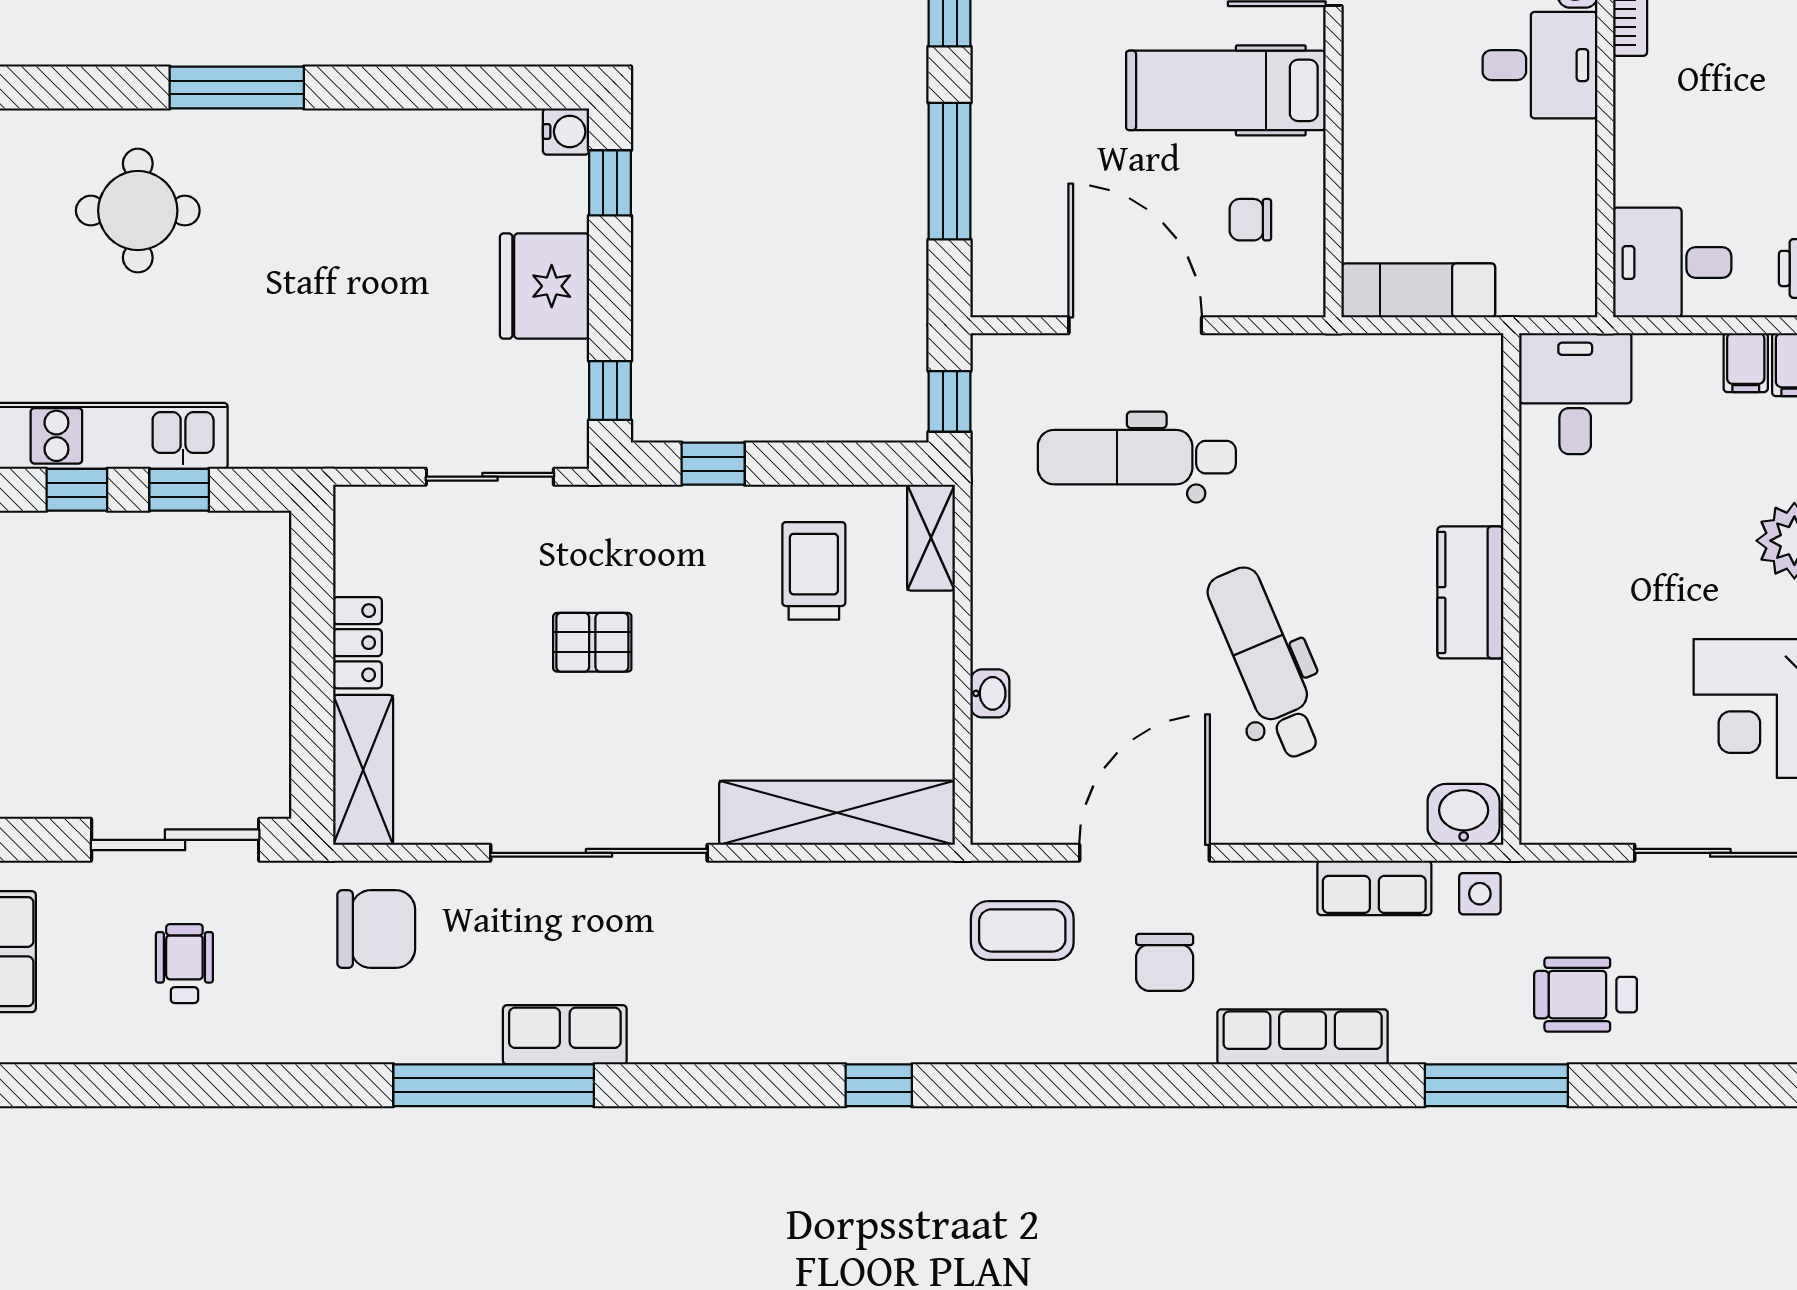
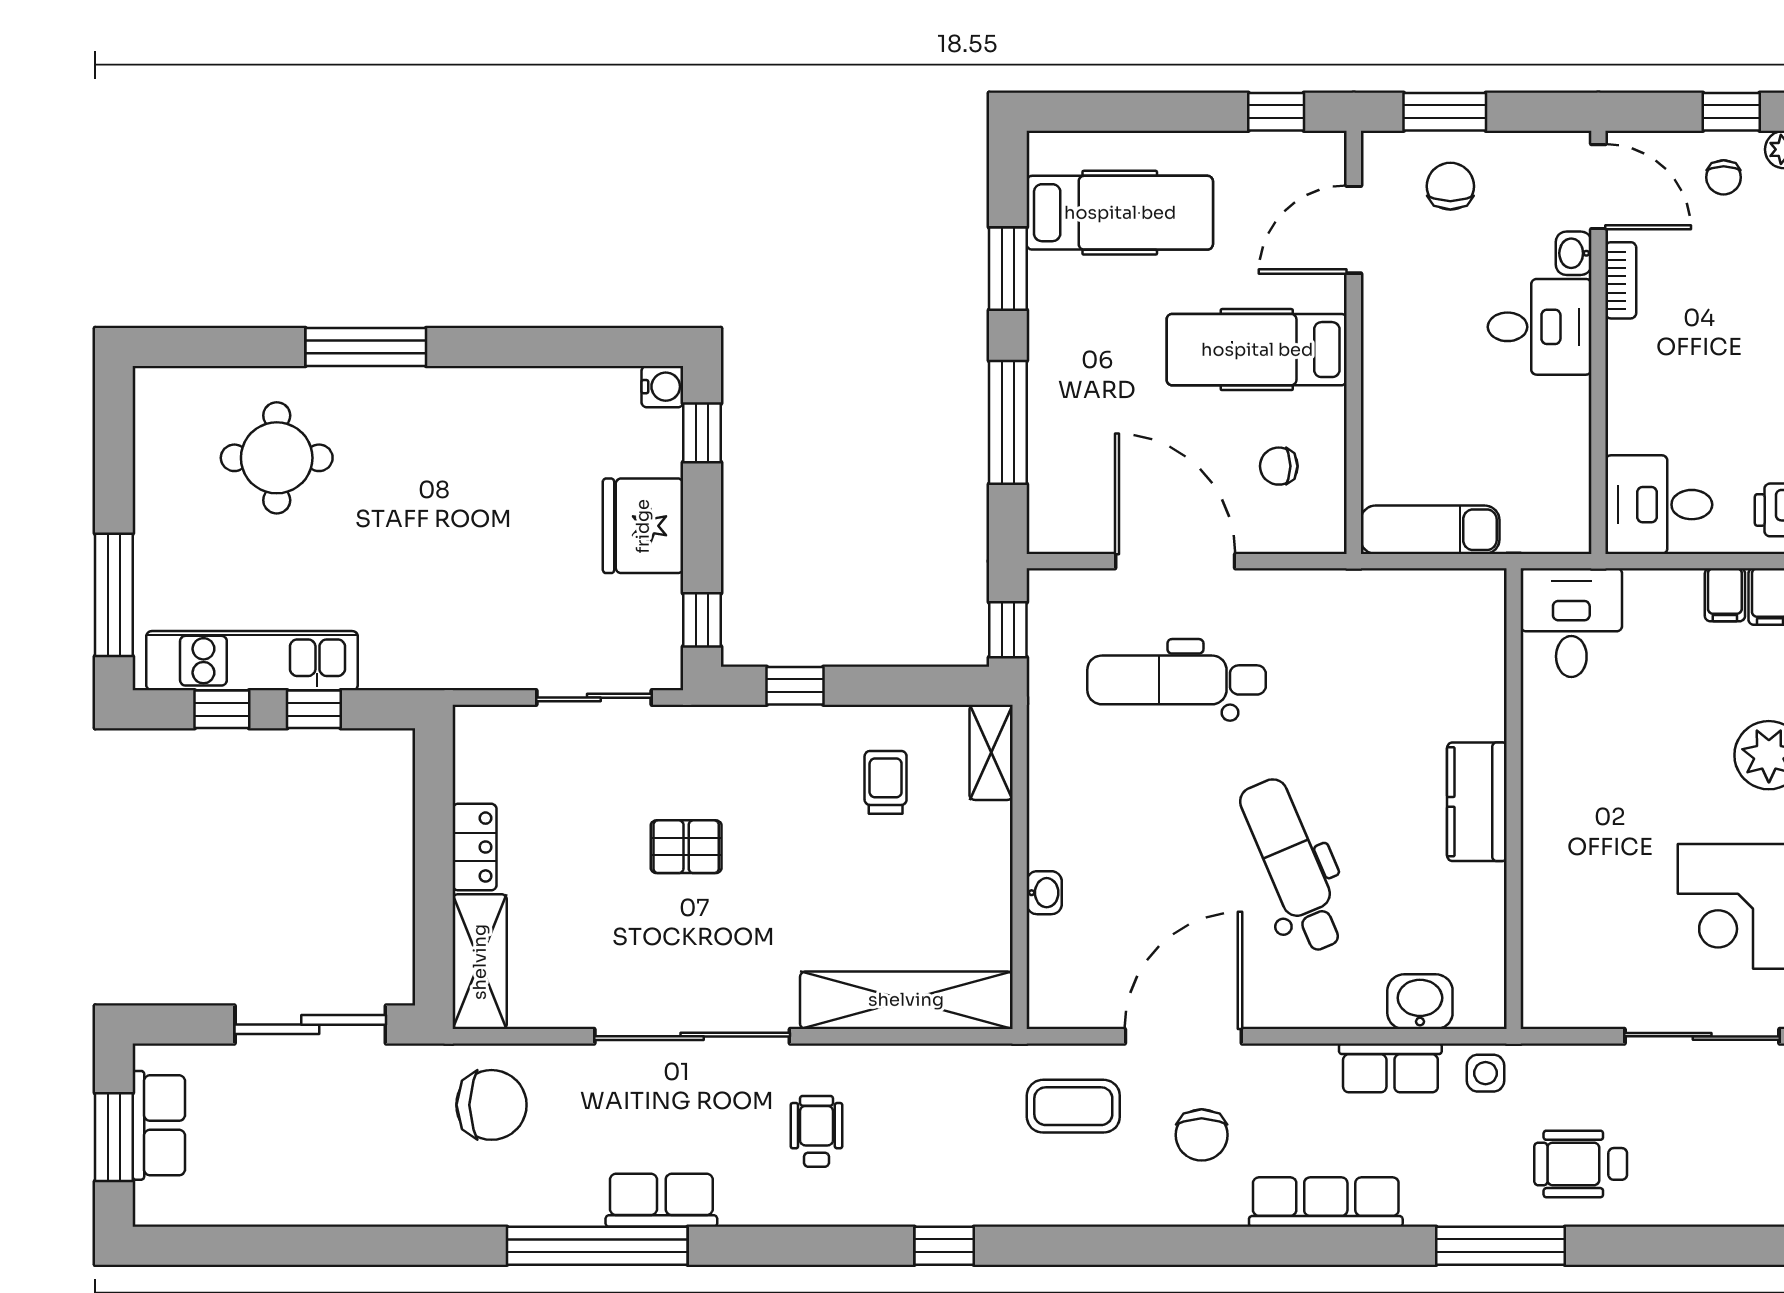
trolley: (814, 571) -> (886, 782), width x0.73, depth x0.72
washbasin: (1464, 814) -> (1420, 1002), moved
wheelchair: (184, 964) -> (816, 1131), moved

